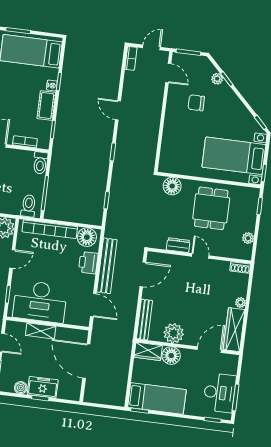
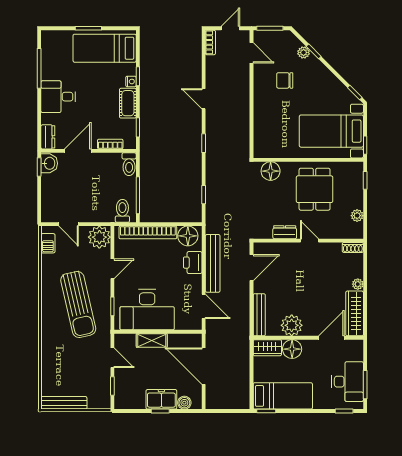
boiler: (21, 388) -> (184, 403), moved

